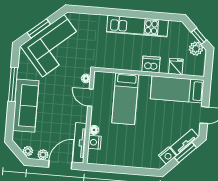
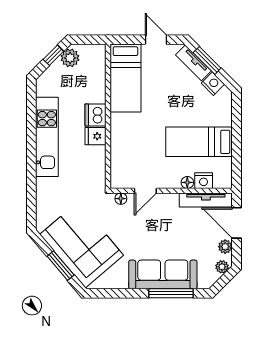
fridge: (176, 66) -> (96, 136), moved
window: (13, 84) -> (171, 293), moved
bed: (125, 99) -> (199, 142), moved, turned 180

